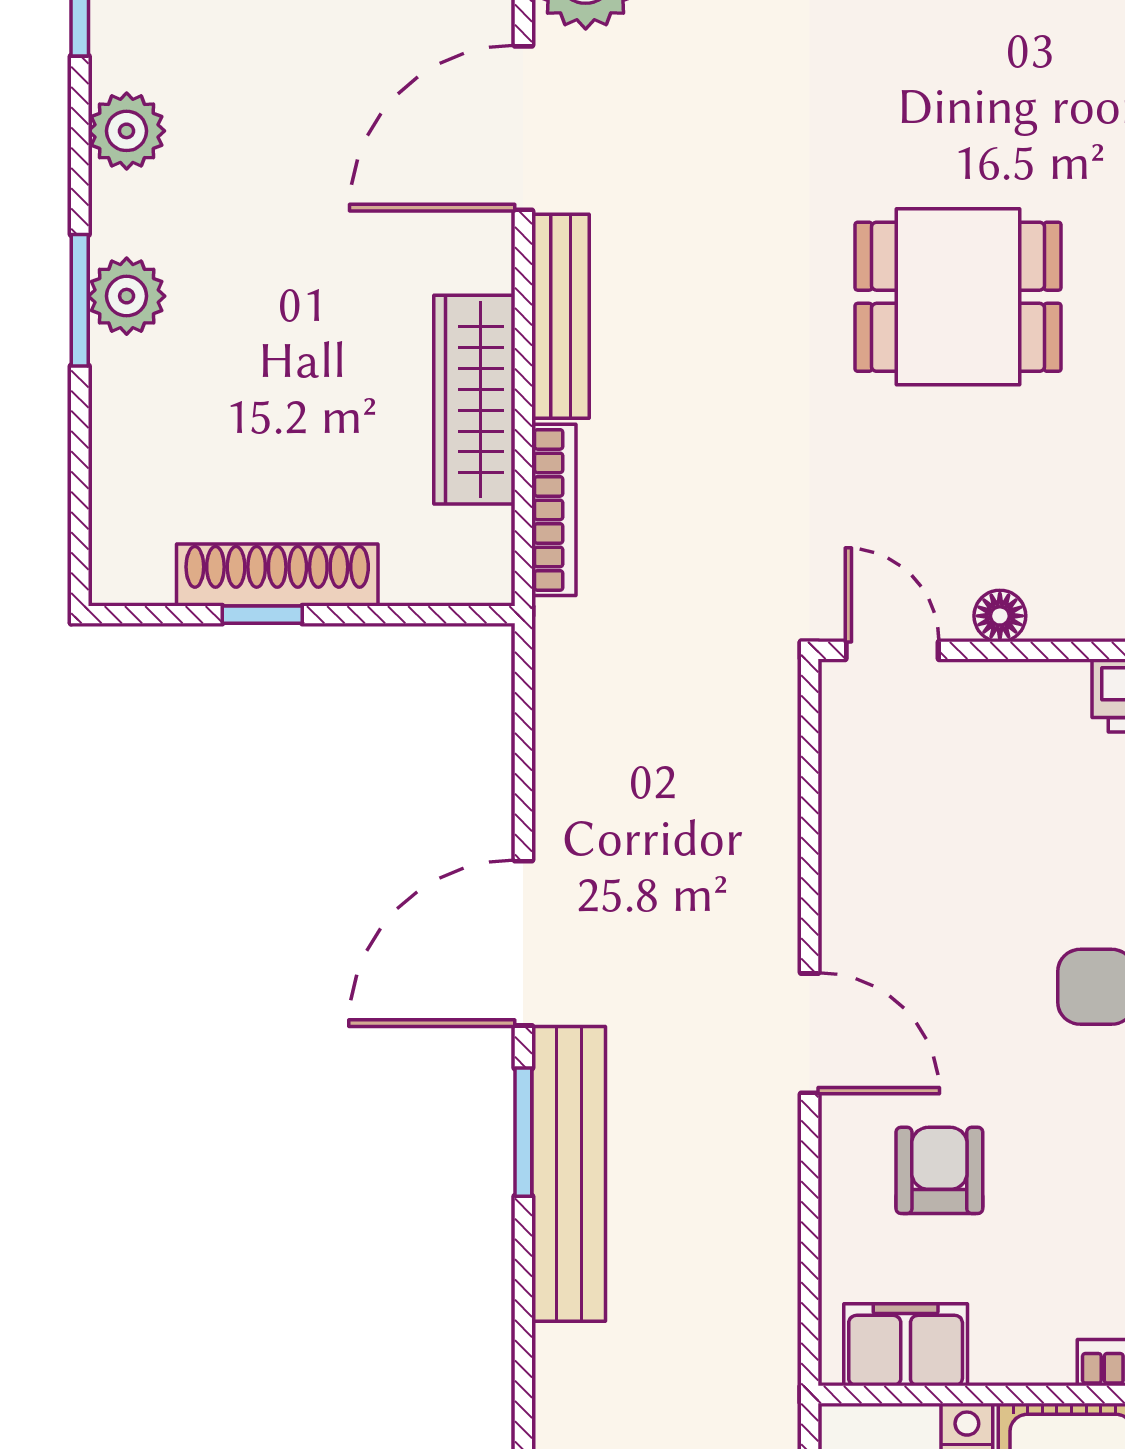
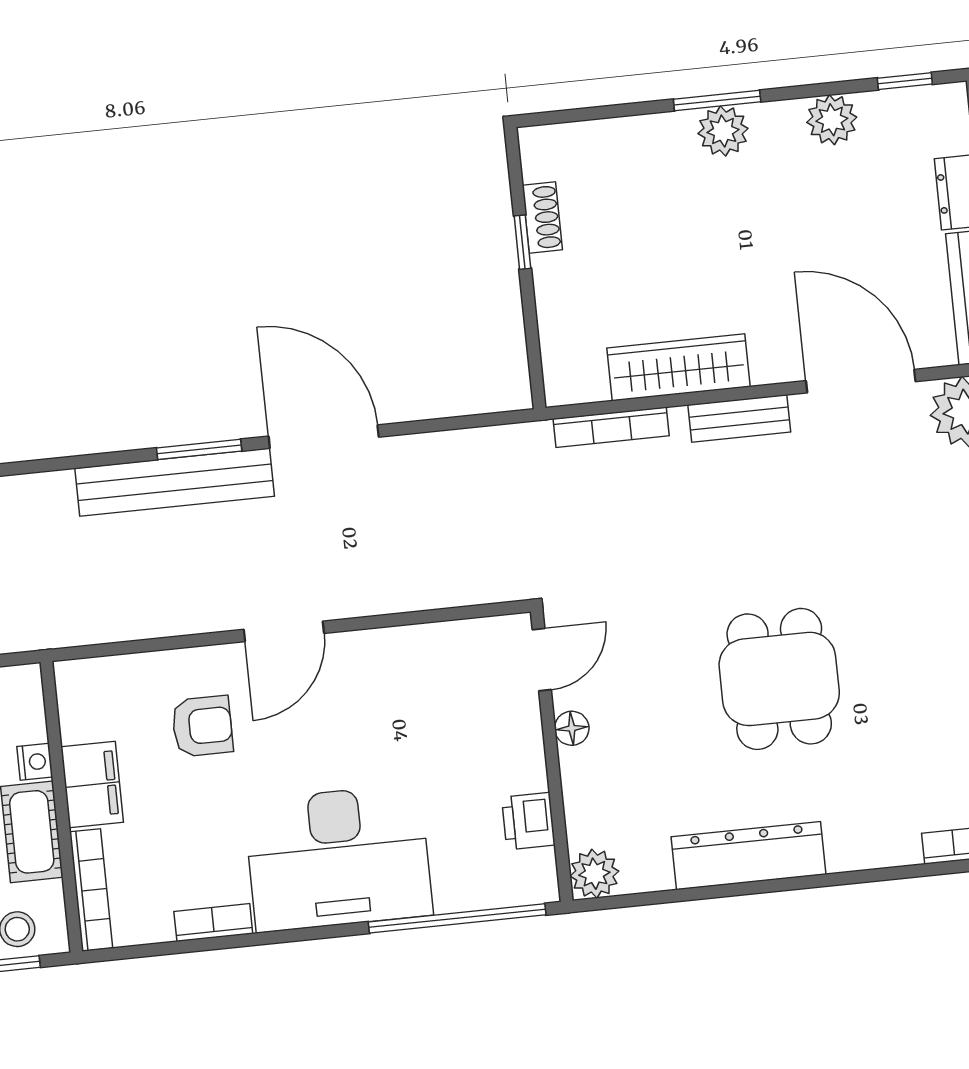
bench: (561, 316) -> (739, 418), width x0.73
shoe rack: (277, 575) -> (542, 218), width x0.51, depth x0.81
filing cabinet: (906, 1345) -> (92, 784), moved

